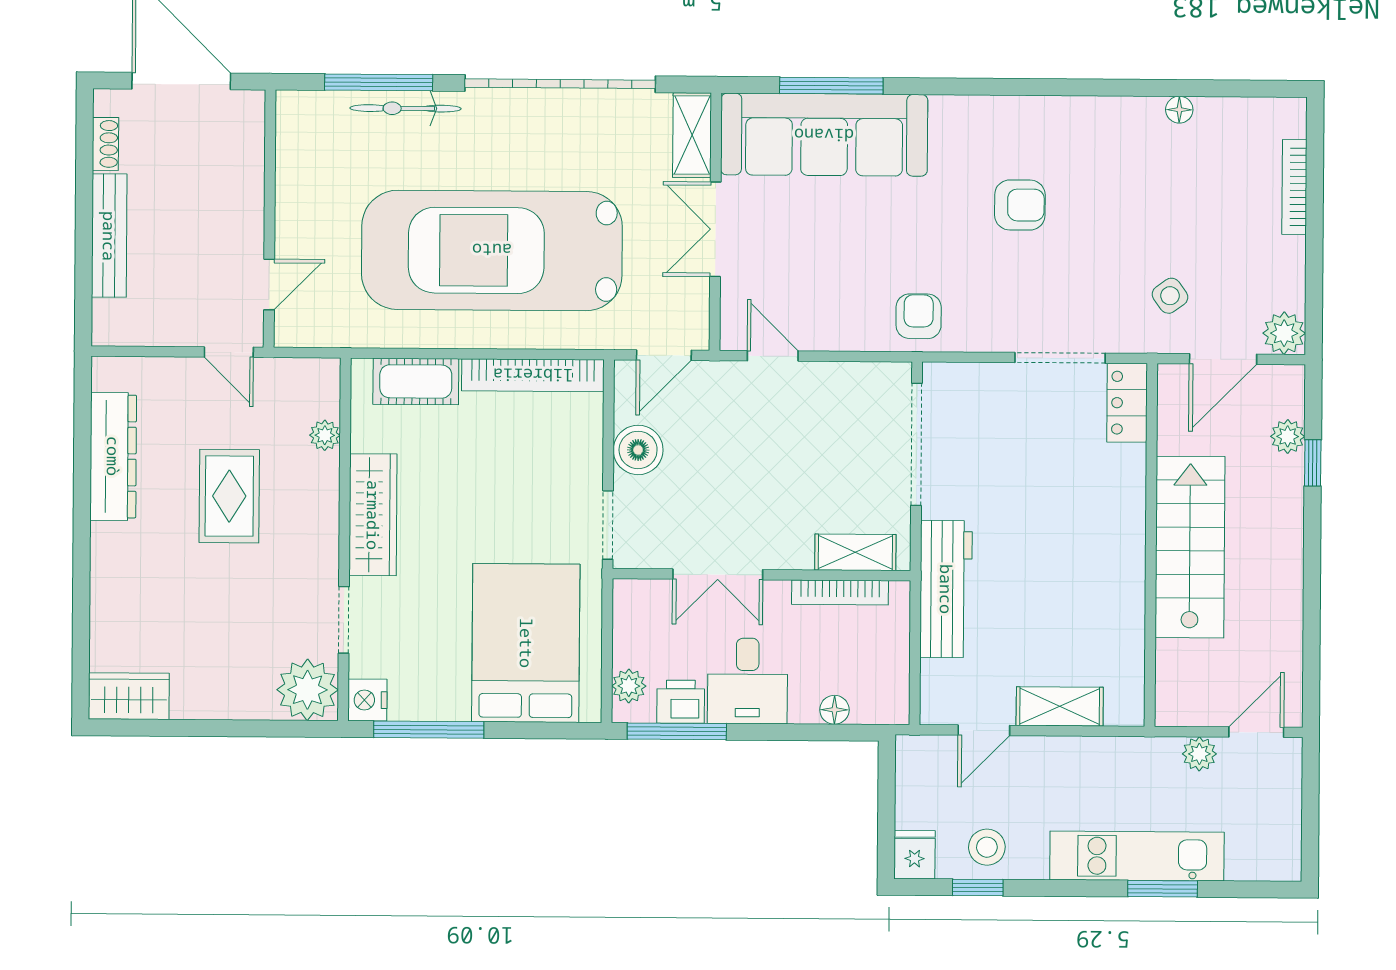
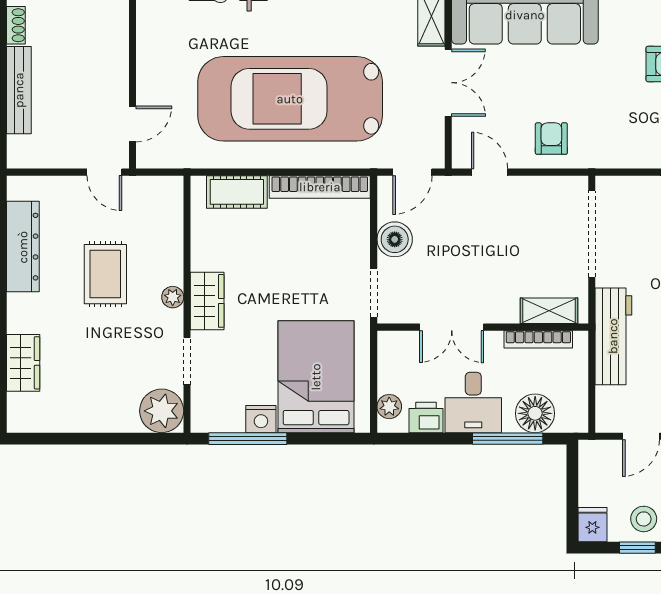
double door: (715, 229) -> (448, 83), swing flipped
armchair: (919, 316) -> (551, 139), moved
plant: (325, 435) -> (173, 297), moved
wardrobe: (373, 515) -> (207, 301), width x0.67
wardrobe: (129, 696) -> (23, 363), moved, turned 90
nightstand: (367, 700) -> (261, 419), moved, turned -90
floor lamp: (834, 710) -> (535, 413), width x1.89, depth x1.89
window: (677, 731) -> (508, 439), moved

